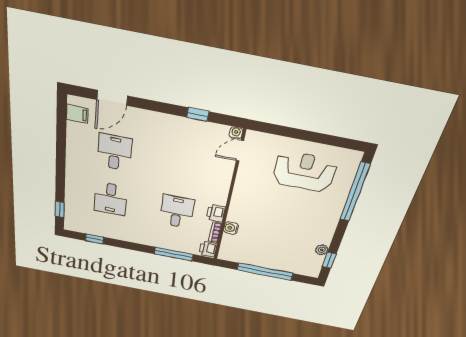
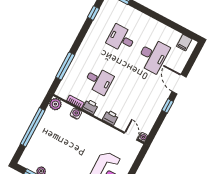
door: (112, 98) -> (179, 84), moved
window: (198, 114) -> (168, 106), moved
desk: (114, 152) -> (153, 55), width x1.37
printer: (208, 249) -> (110, 118), moved
plant: (226, 254) -> (55, 104), added

